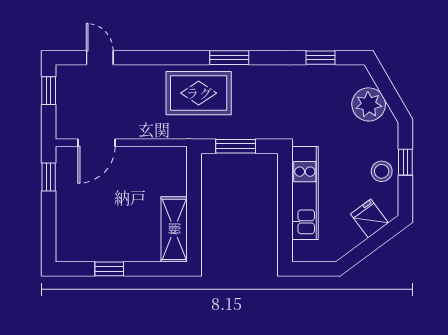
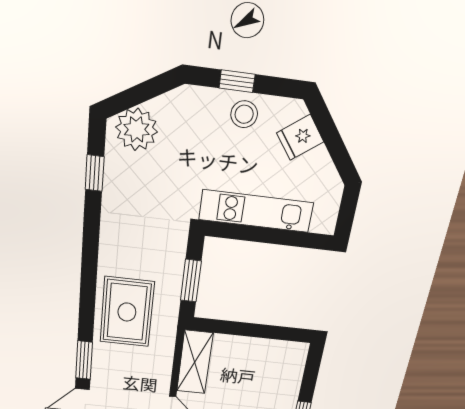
window: (229, 58) -> (84, 360), moved
plant: (369, 104) -> (137, 129), moved
shelving: (174, 229) -> (195, 362), moved, turned 90

